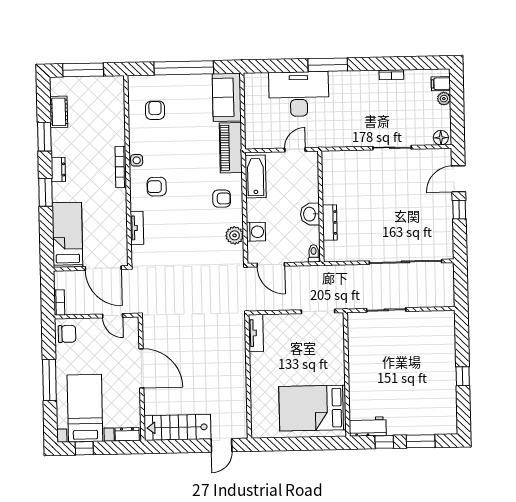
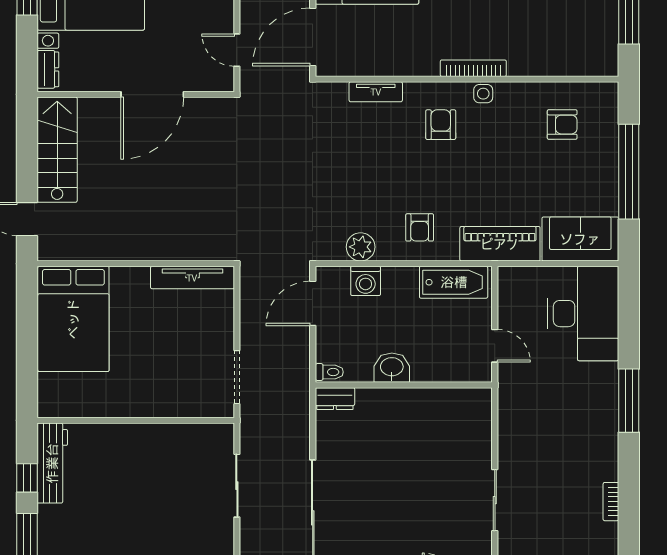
desk: (299, 94) -> (583, 314), moved
dresser: (330, 223) -> (335, 399), moved, width x0.70
door: (113, 316) -> (237, 50), hinge flipped
tv unit: (256, 333) -> (192, 278), width x1.41
bed: (313, 408) -> (73, 319), moved, turned 180
workbench: (368, 426) -> (52, 463), width x1.38

